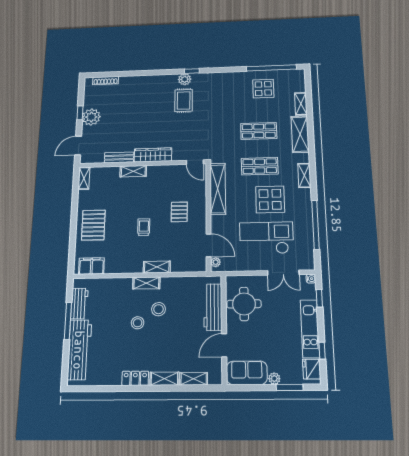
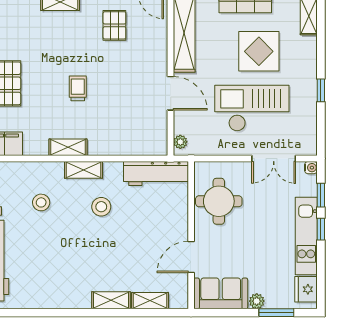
pallet: (179, 212) -> (114, 25), moved
window: (315, 225) -> (321, 90), width x0.32
door: (209, 245) -> (171, 93), moved
shelving: (157, 267) -> (68, 147), moved
workbench: (213, 307) -> (156, 173), moved, turned -90
stool: (138, 323) -> (41, 202), moved
window: (322, 351) -> (321, 229), moved
locker: (135, 378) -> (72, 299), removed

